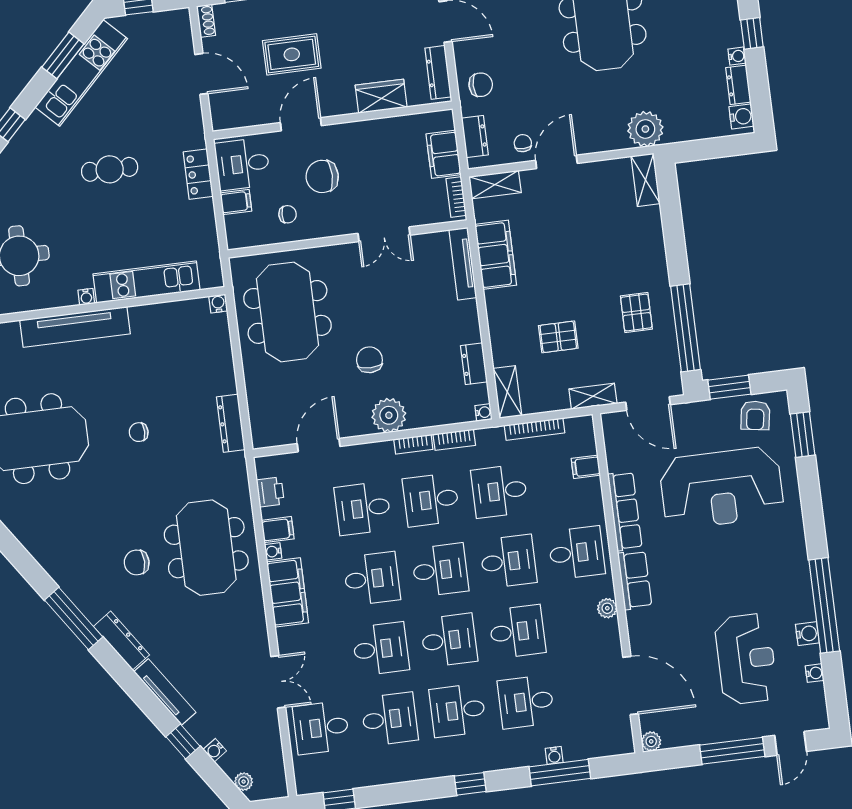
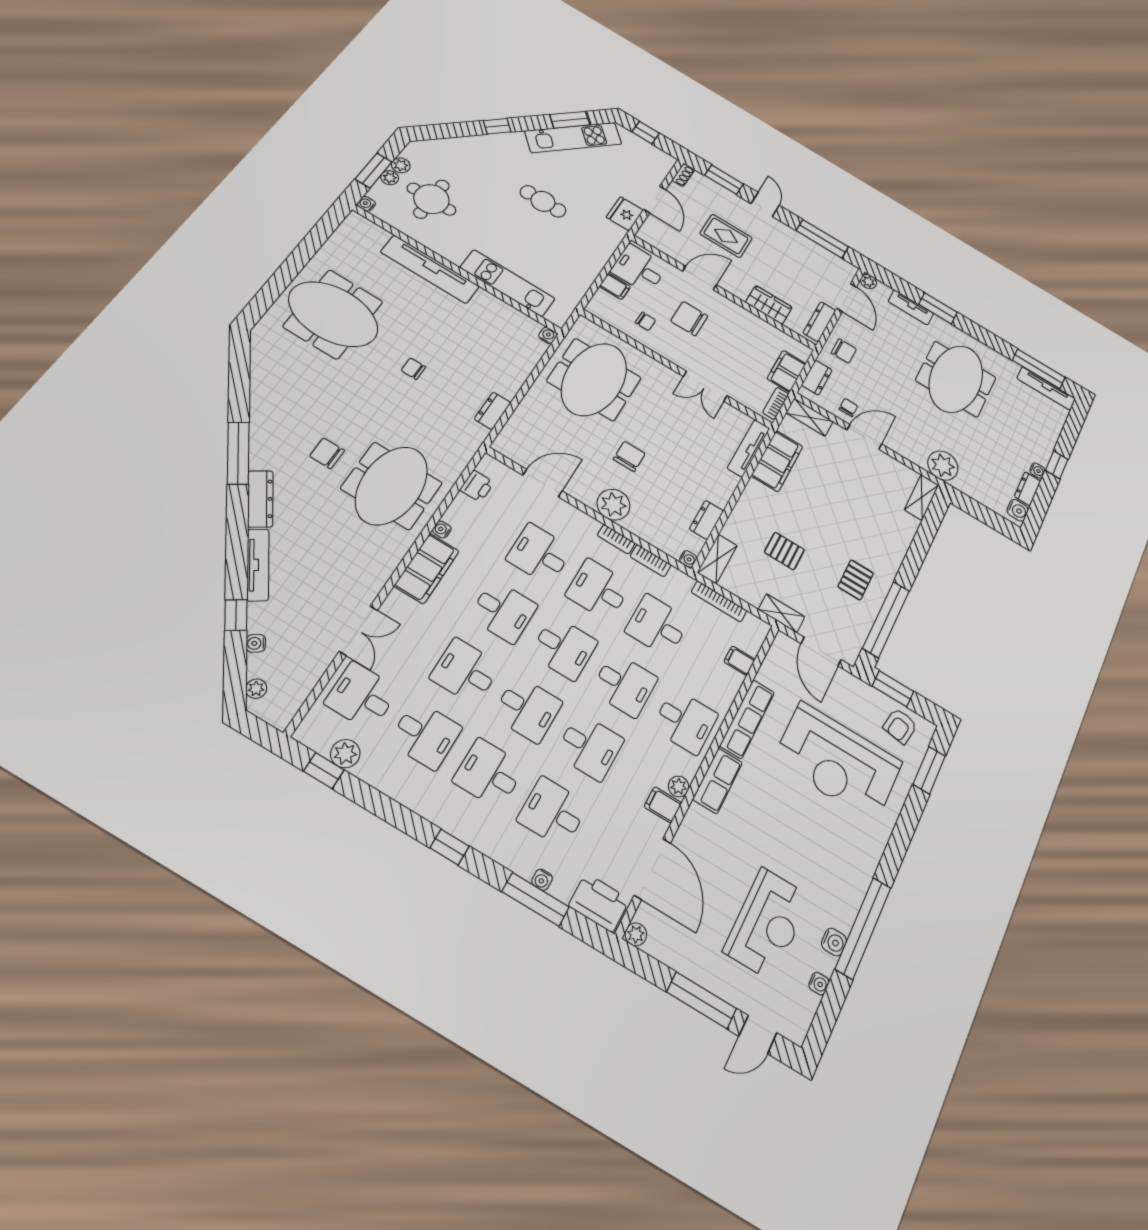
fridge: (187, 115) -> (625, 214), added
locker: (198, 174) -> (603, 251), removed
water cooler: (86, 297) -> (456, 258), removed
dresser: (231, 423) -> (493, 411), width x0.70
filing cabinet: (278, 530) -> (663, 805), moved, turned 180
desk: (381, 649) -> (465, 671), turned 180
printer: (608, 740) -> (599, 903), added
plant: (344, 777) -> (345, 754), added

